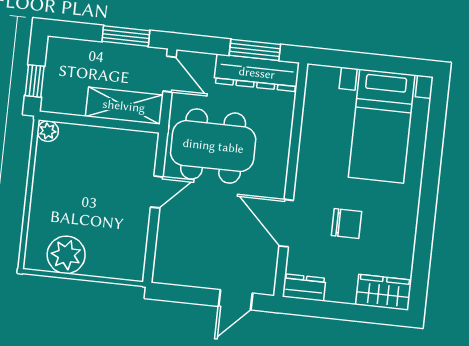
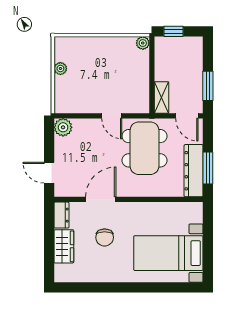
door: (169, 74) -> (187, 116), hinge flipped
shelving: (124, 106) -> (162, 97), width x0.67, depth x0.75
plant: (66, 255) -> (60, 69), width x0.53, depth x0.53
plant: (167, 270) -> (63, 127), added
wardrobe: (384, 292) -> (64, 246), moved

